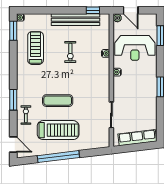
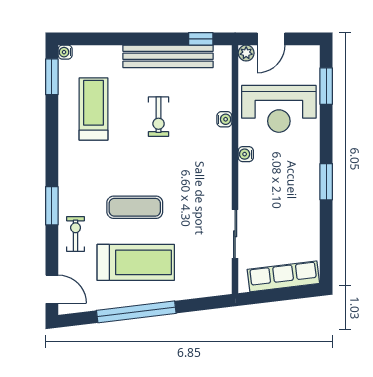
door: (131, 10) -> (271, 39), hinge flipped

